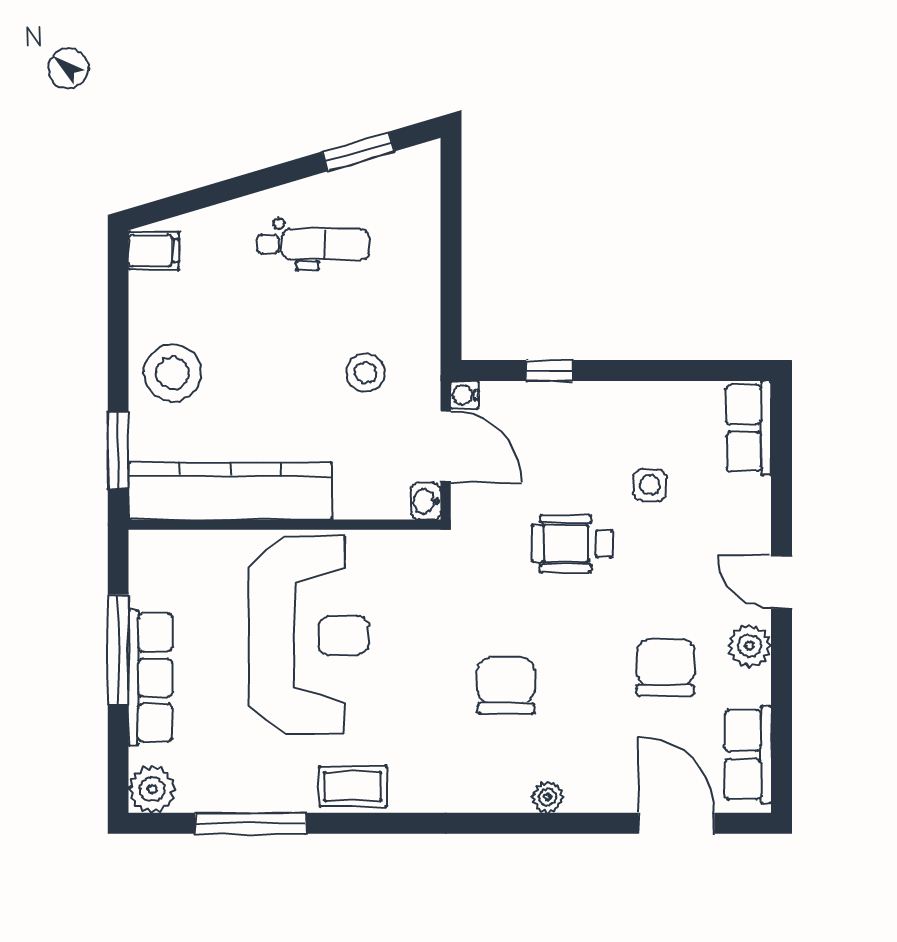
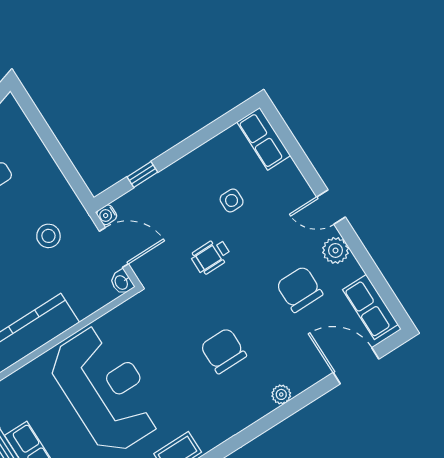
wheelchair: (572, 544) -> (211, 256), width x0.73, depth x0.73

